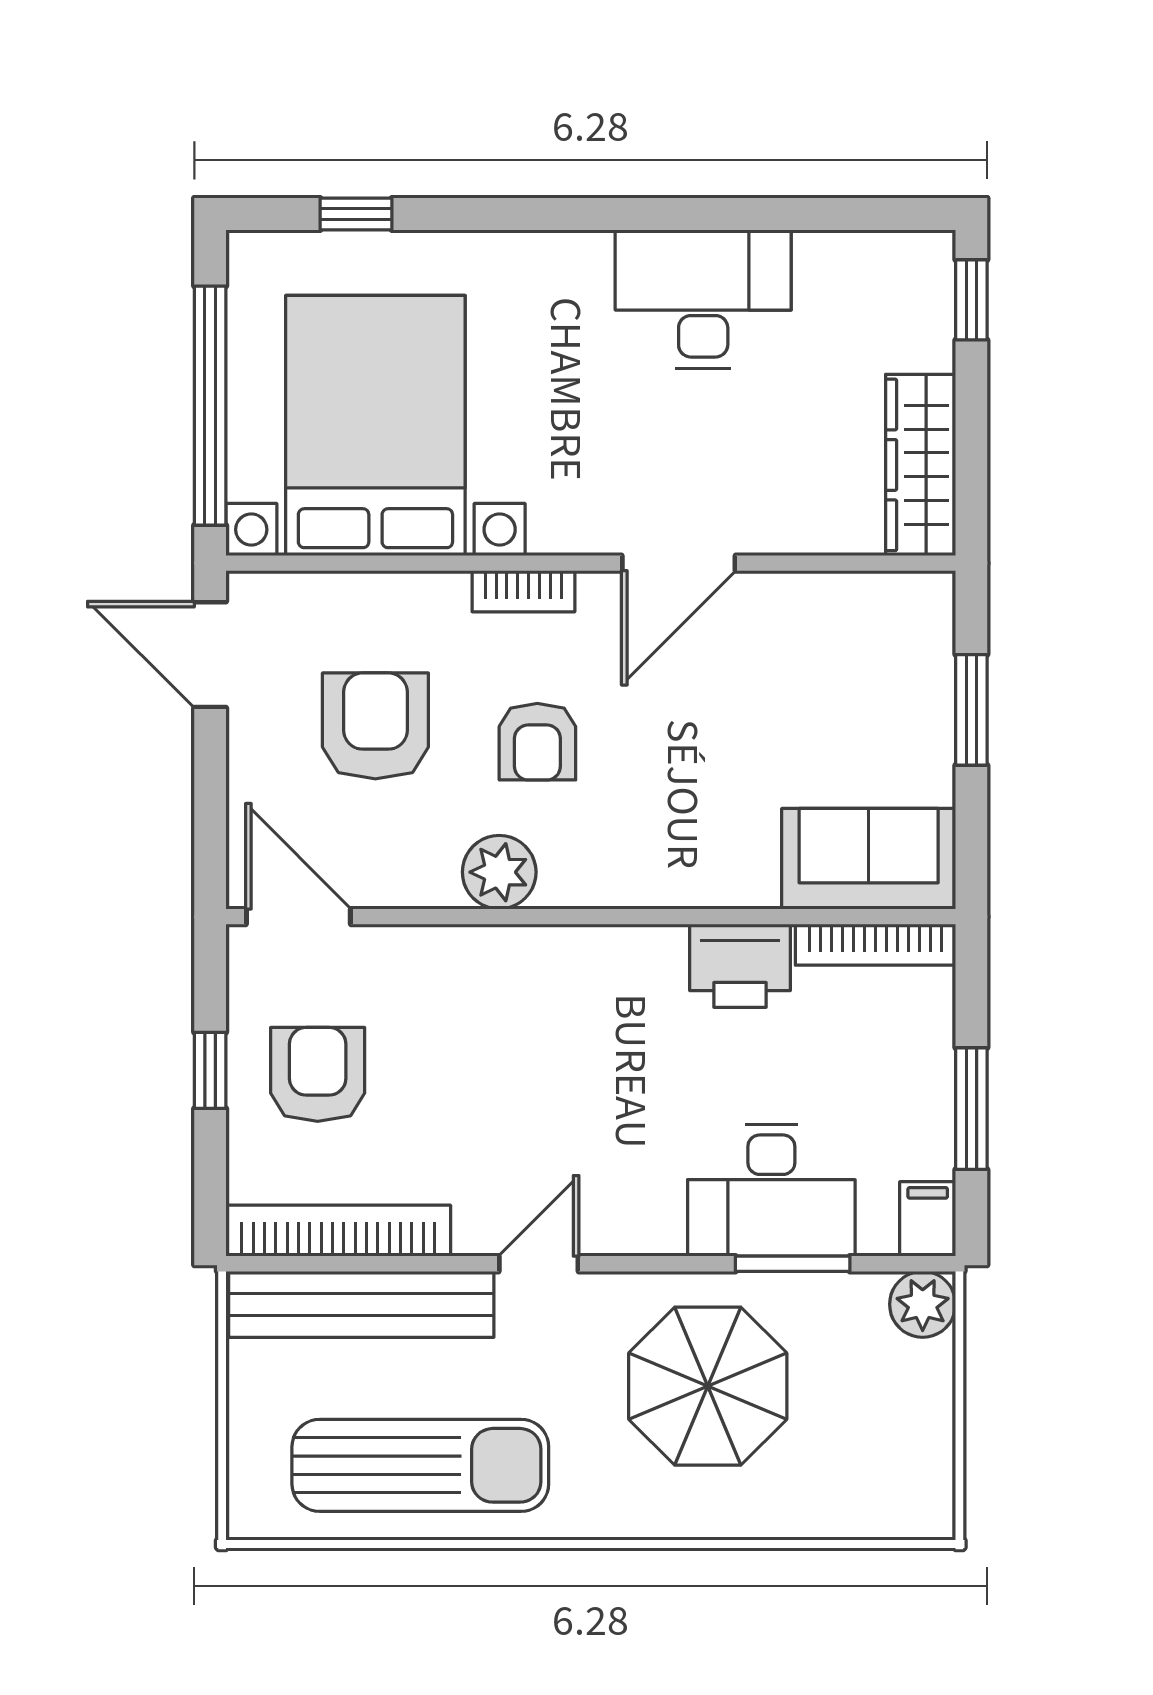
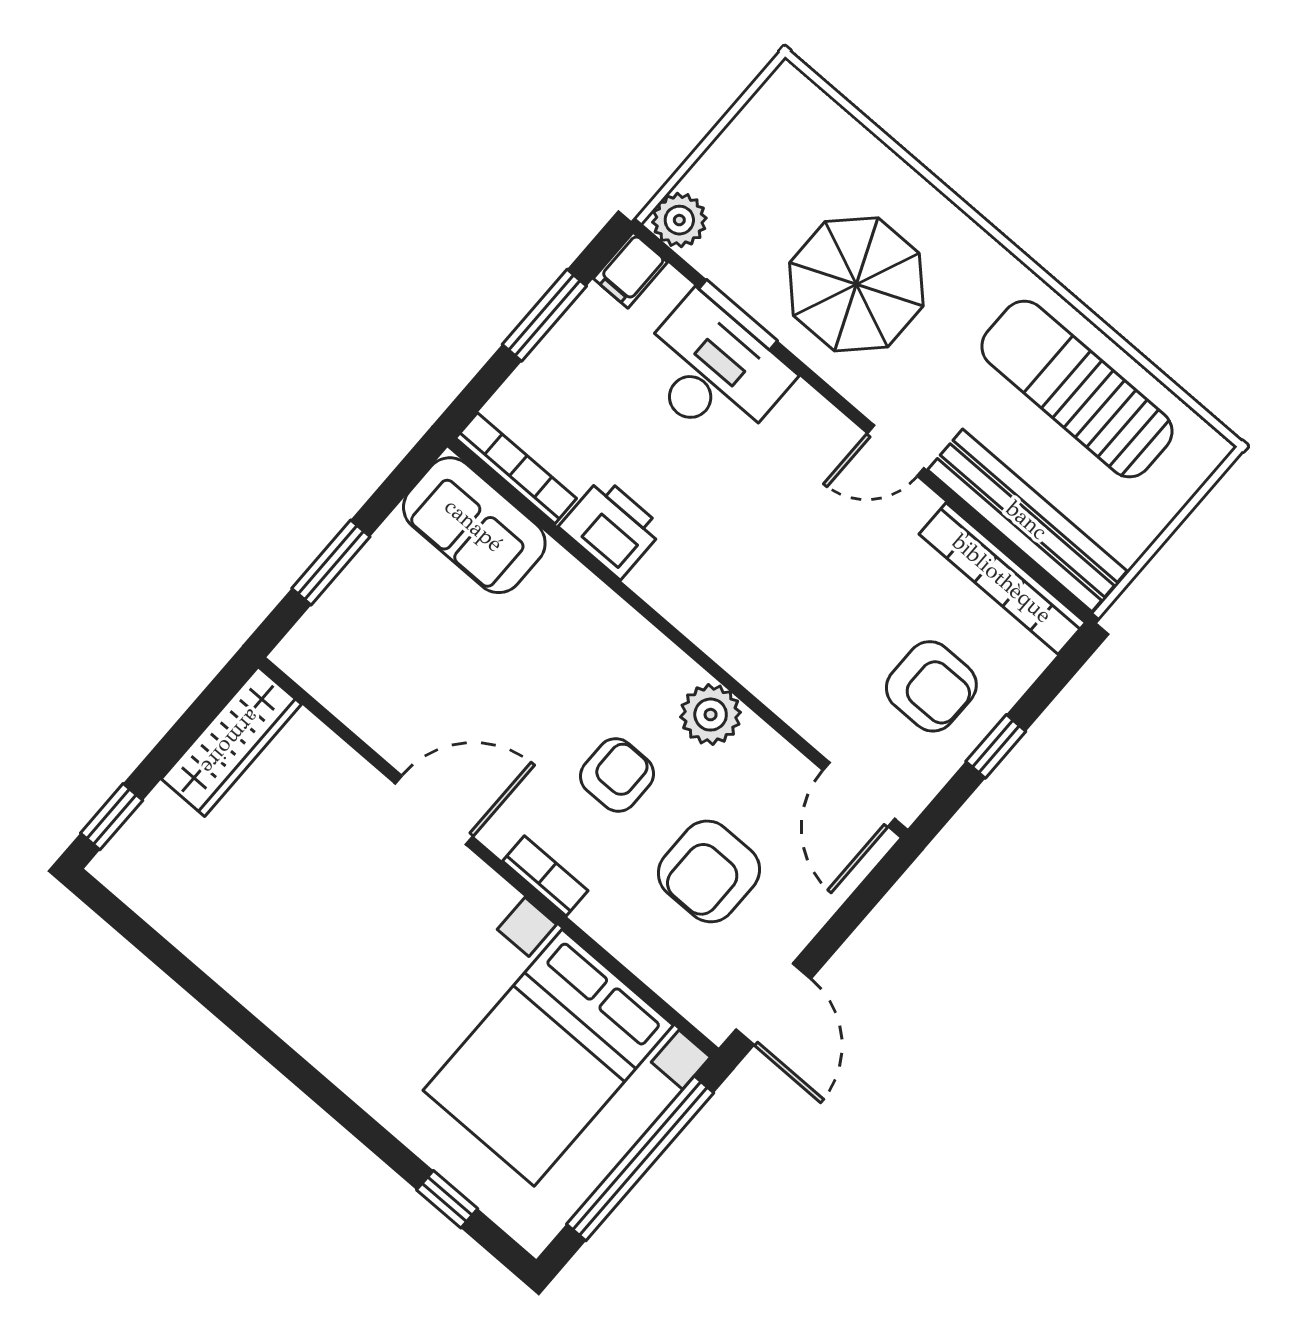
desk: (703, 299) -> (277, 961), removed
armchair: (318, 1074) -> (931, 686), turned -90

